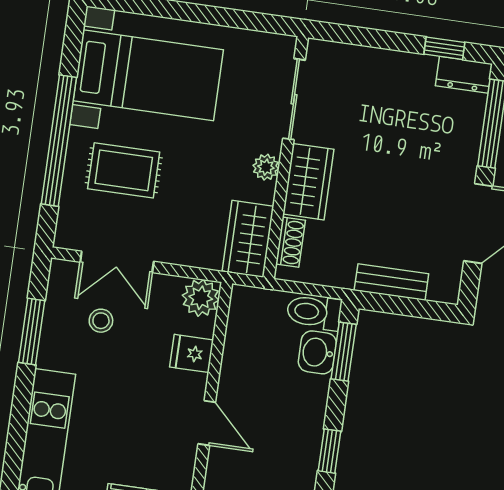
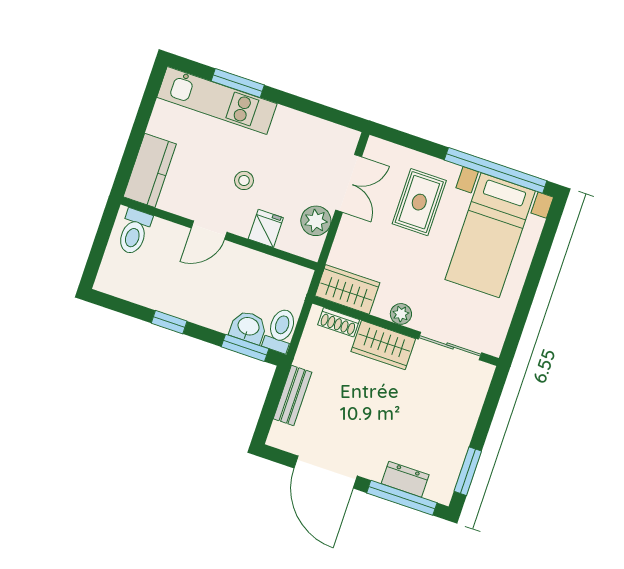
window: (444, 48) -> (468, 471), width x1.50
dresser: (464, 75) -> (405, 479), moved, turned 90
window: (59, 141) -> (496, 170), moved
double door: (117, 262) -> (349, 183), swing flipped
plant: (201, 298) -> (316, 221), moved
stool: (101, 321) -> (244, 180), moved
window: (32, 332) -> (238, 83), moved

